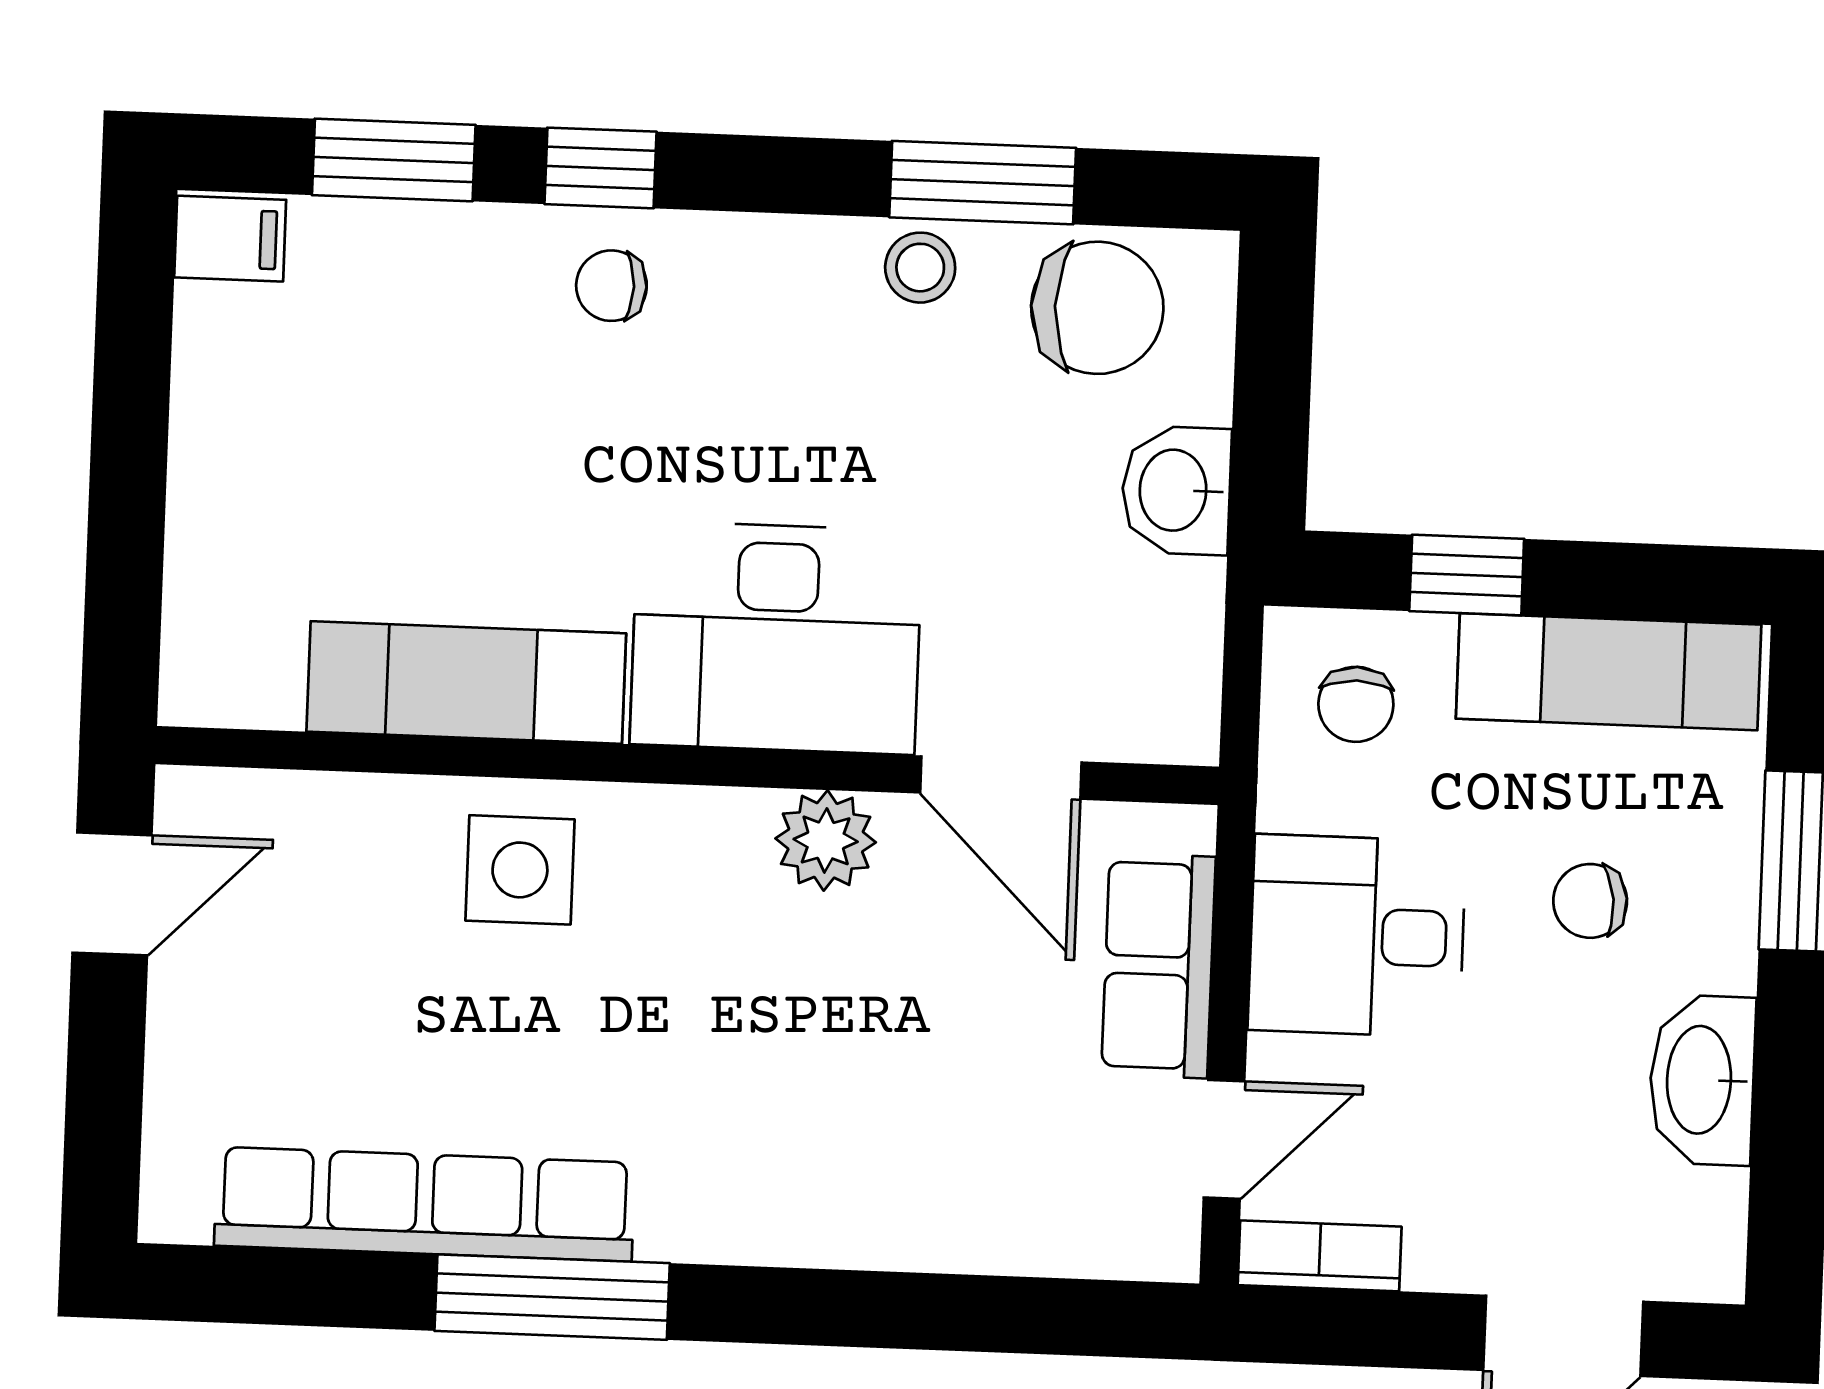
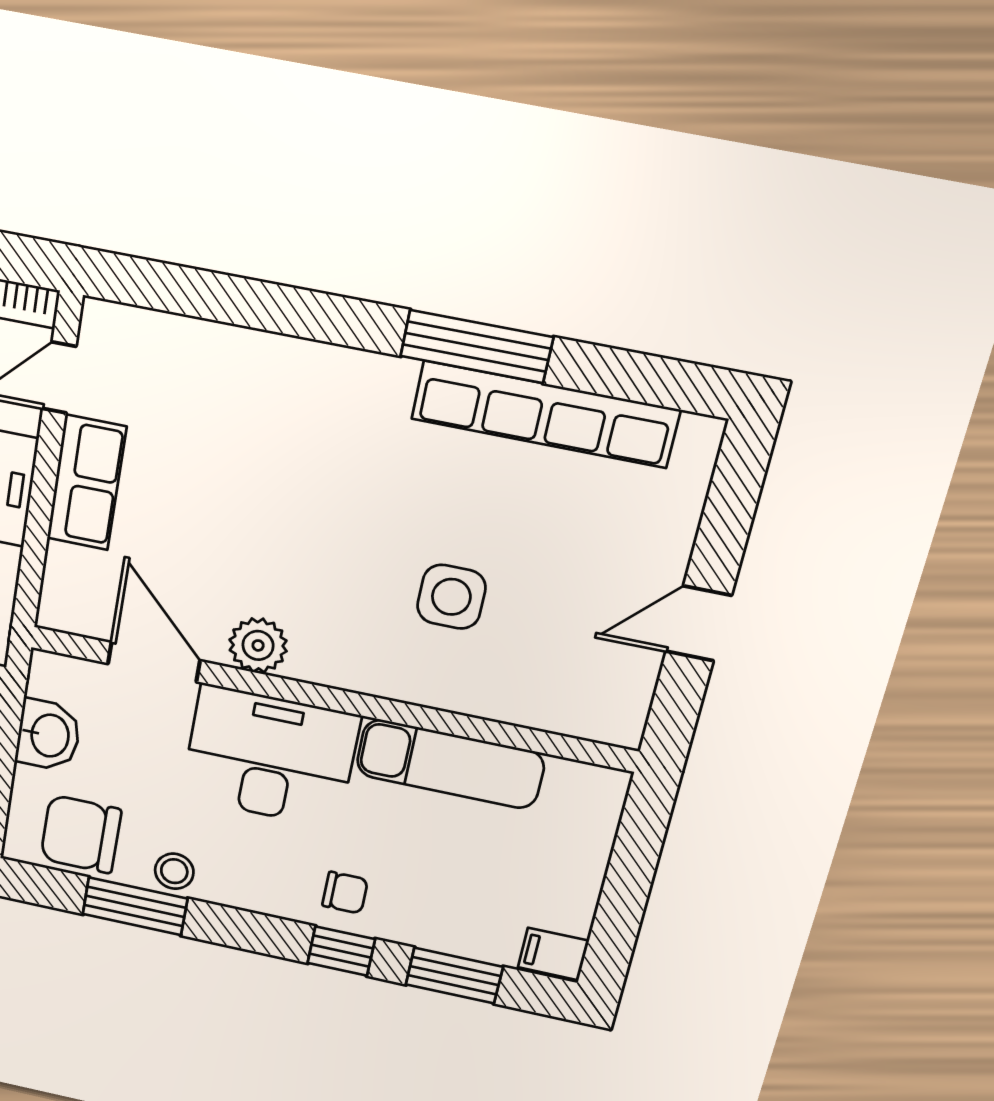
desk: (776, 638) -> (270, 757), moved
exam couch: (466, 682) -> (450, 764), moved
wall: (687, 766) -> (331, 699), moved
door: (1001, 778) -> (154, 662), moved
plant: (826, 840) -> (258, 645), moved

